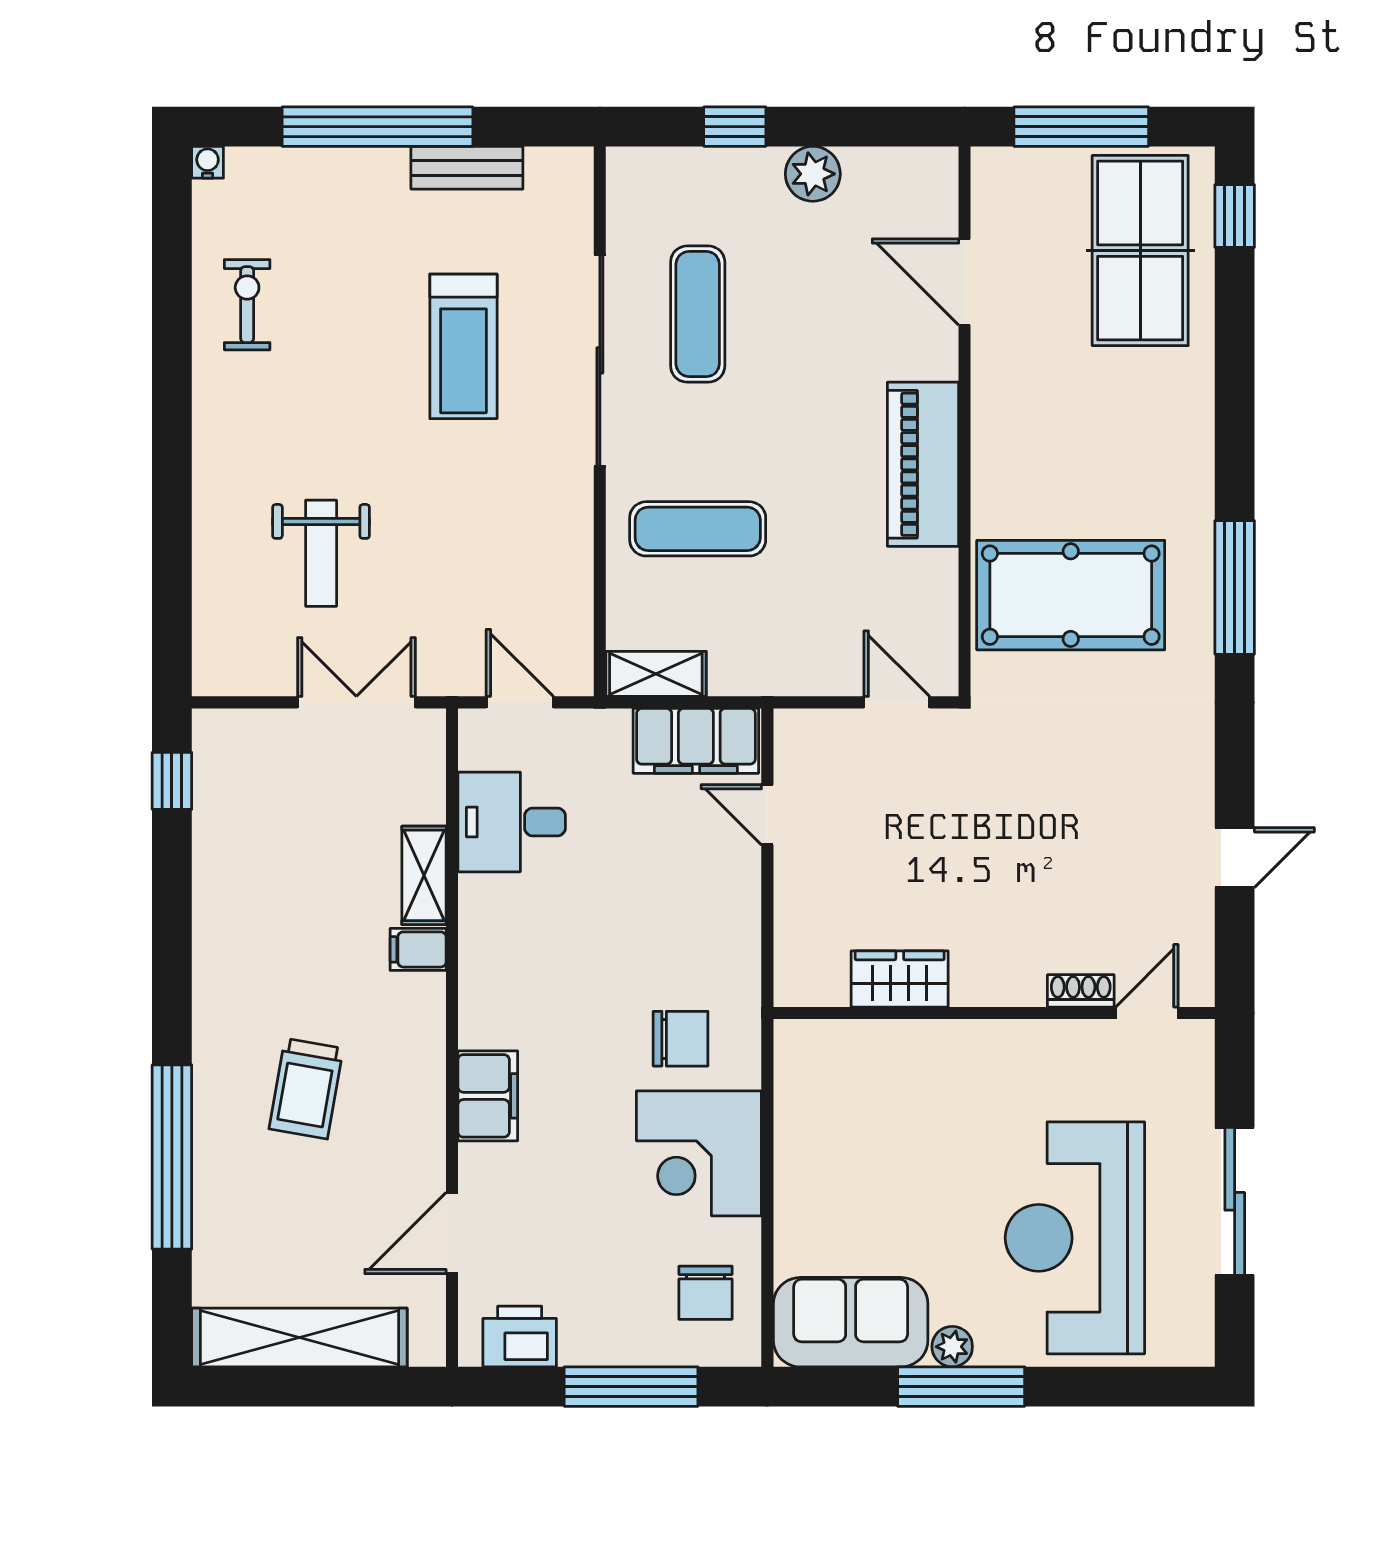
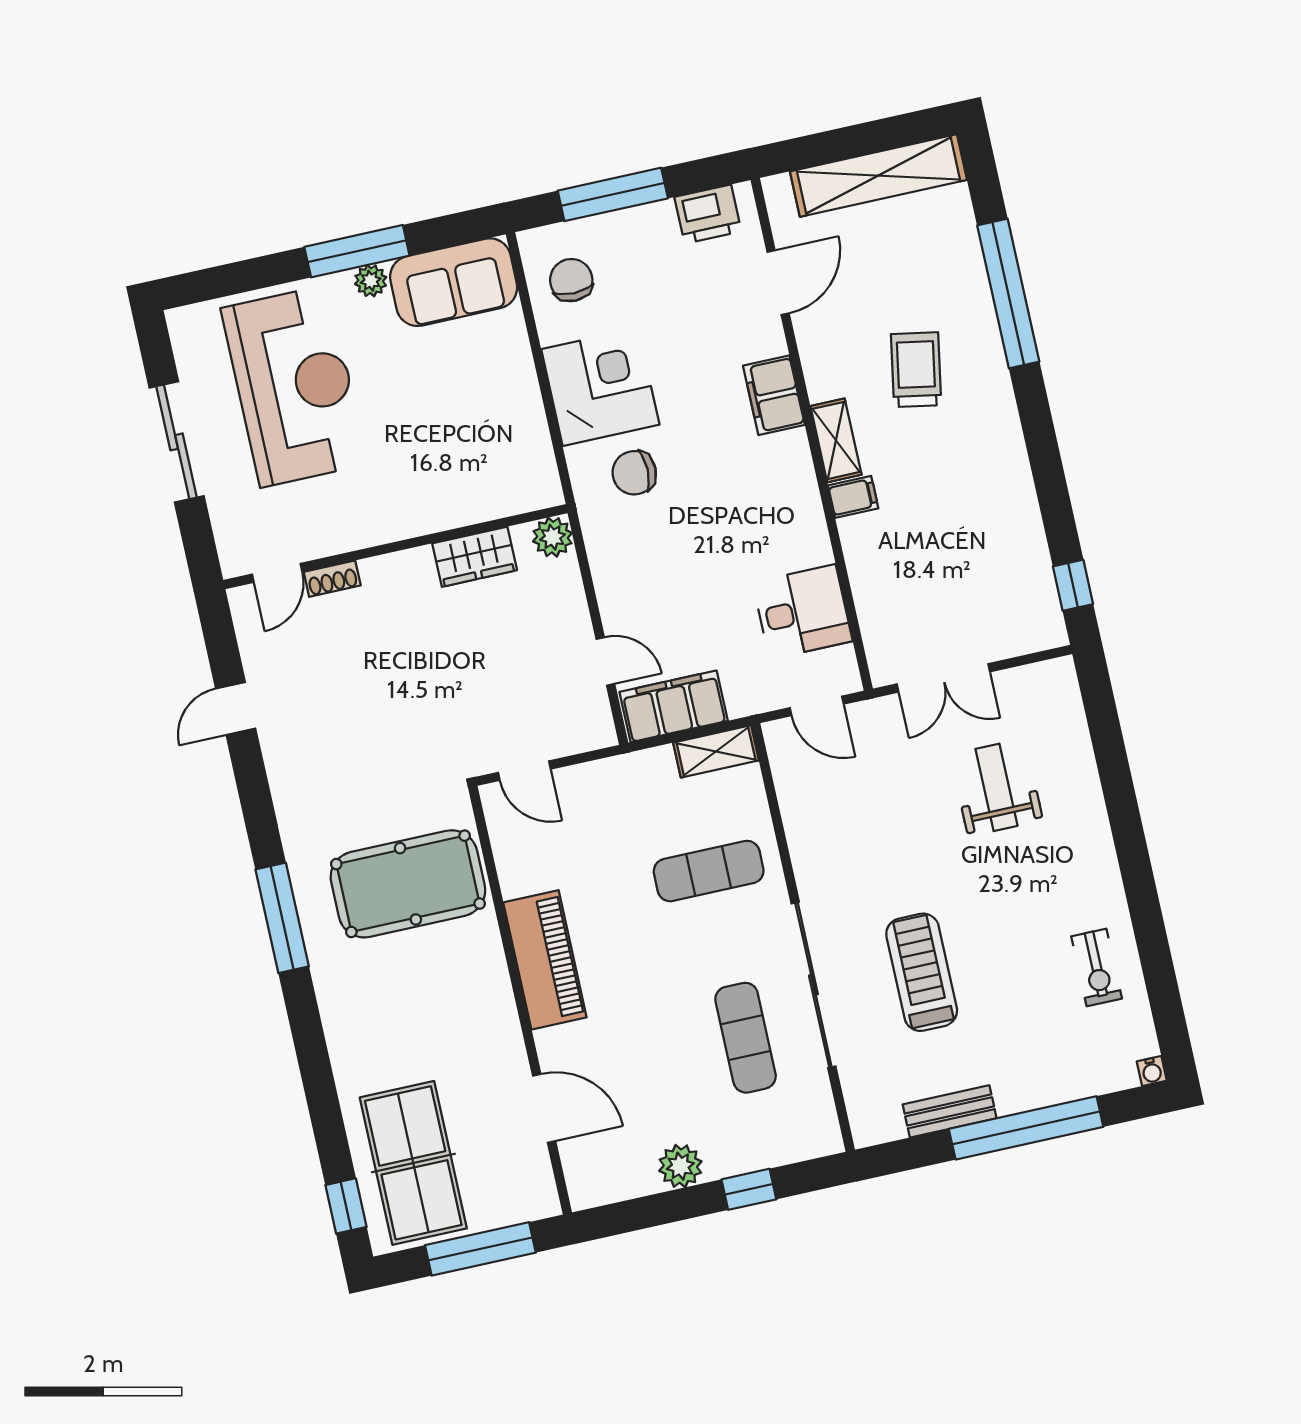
shelving: (424, 875) -> (836, 440), moved
plant: (799, 982) -> (553, 537), added

